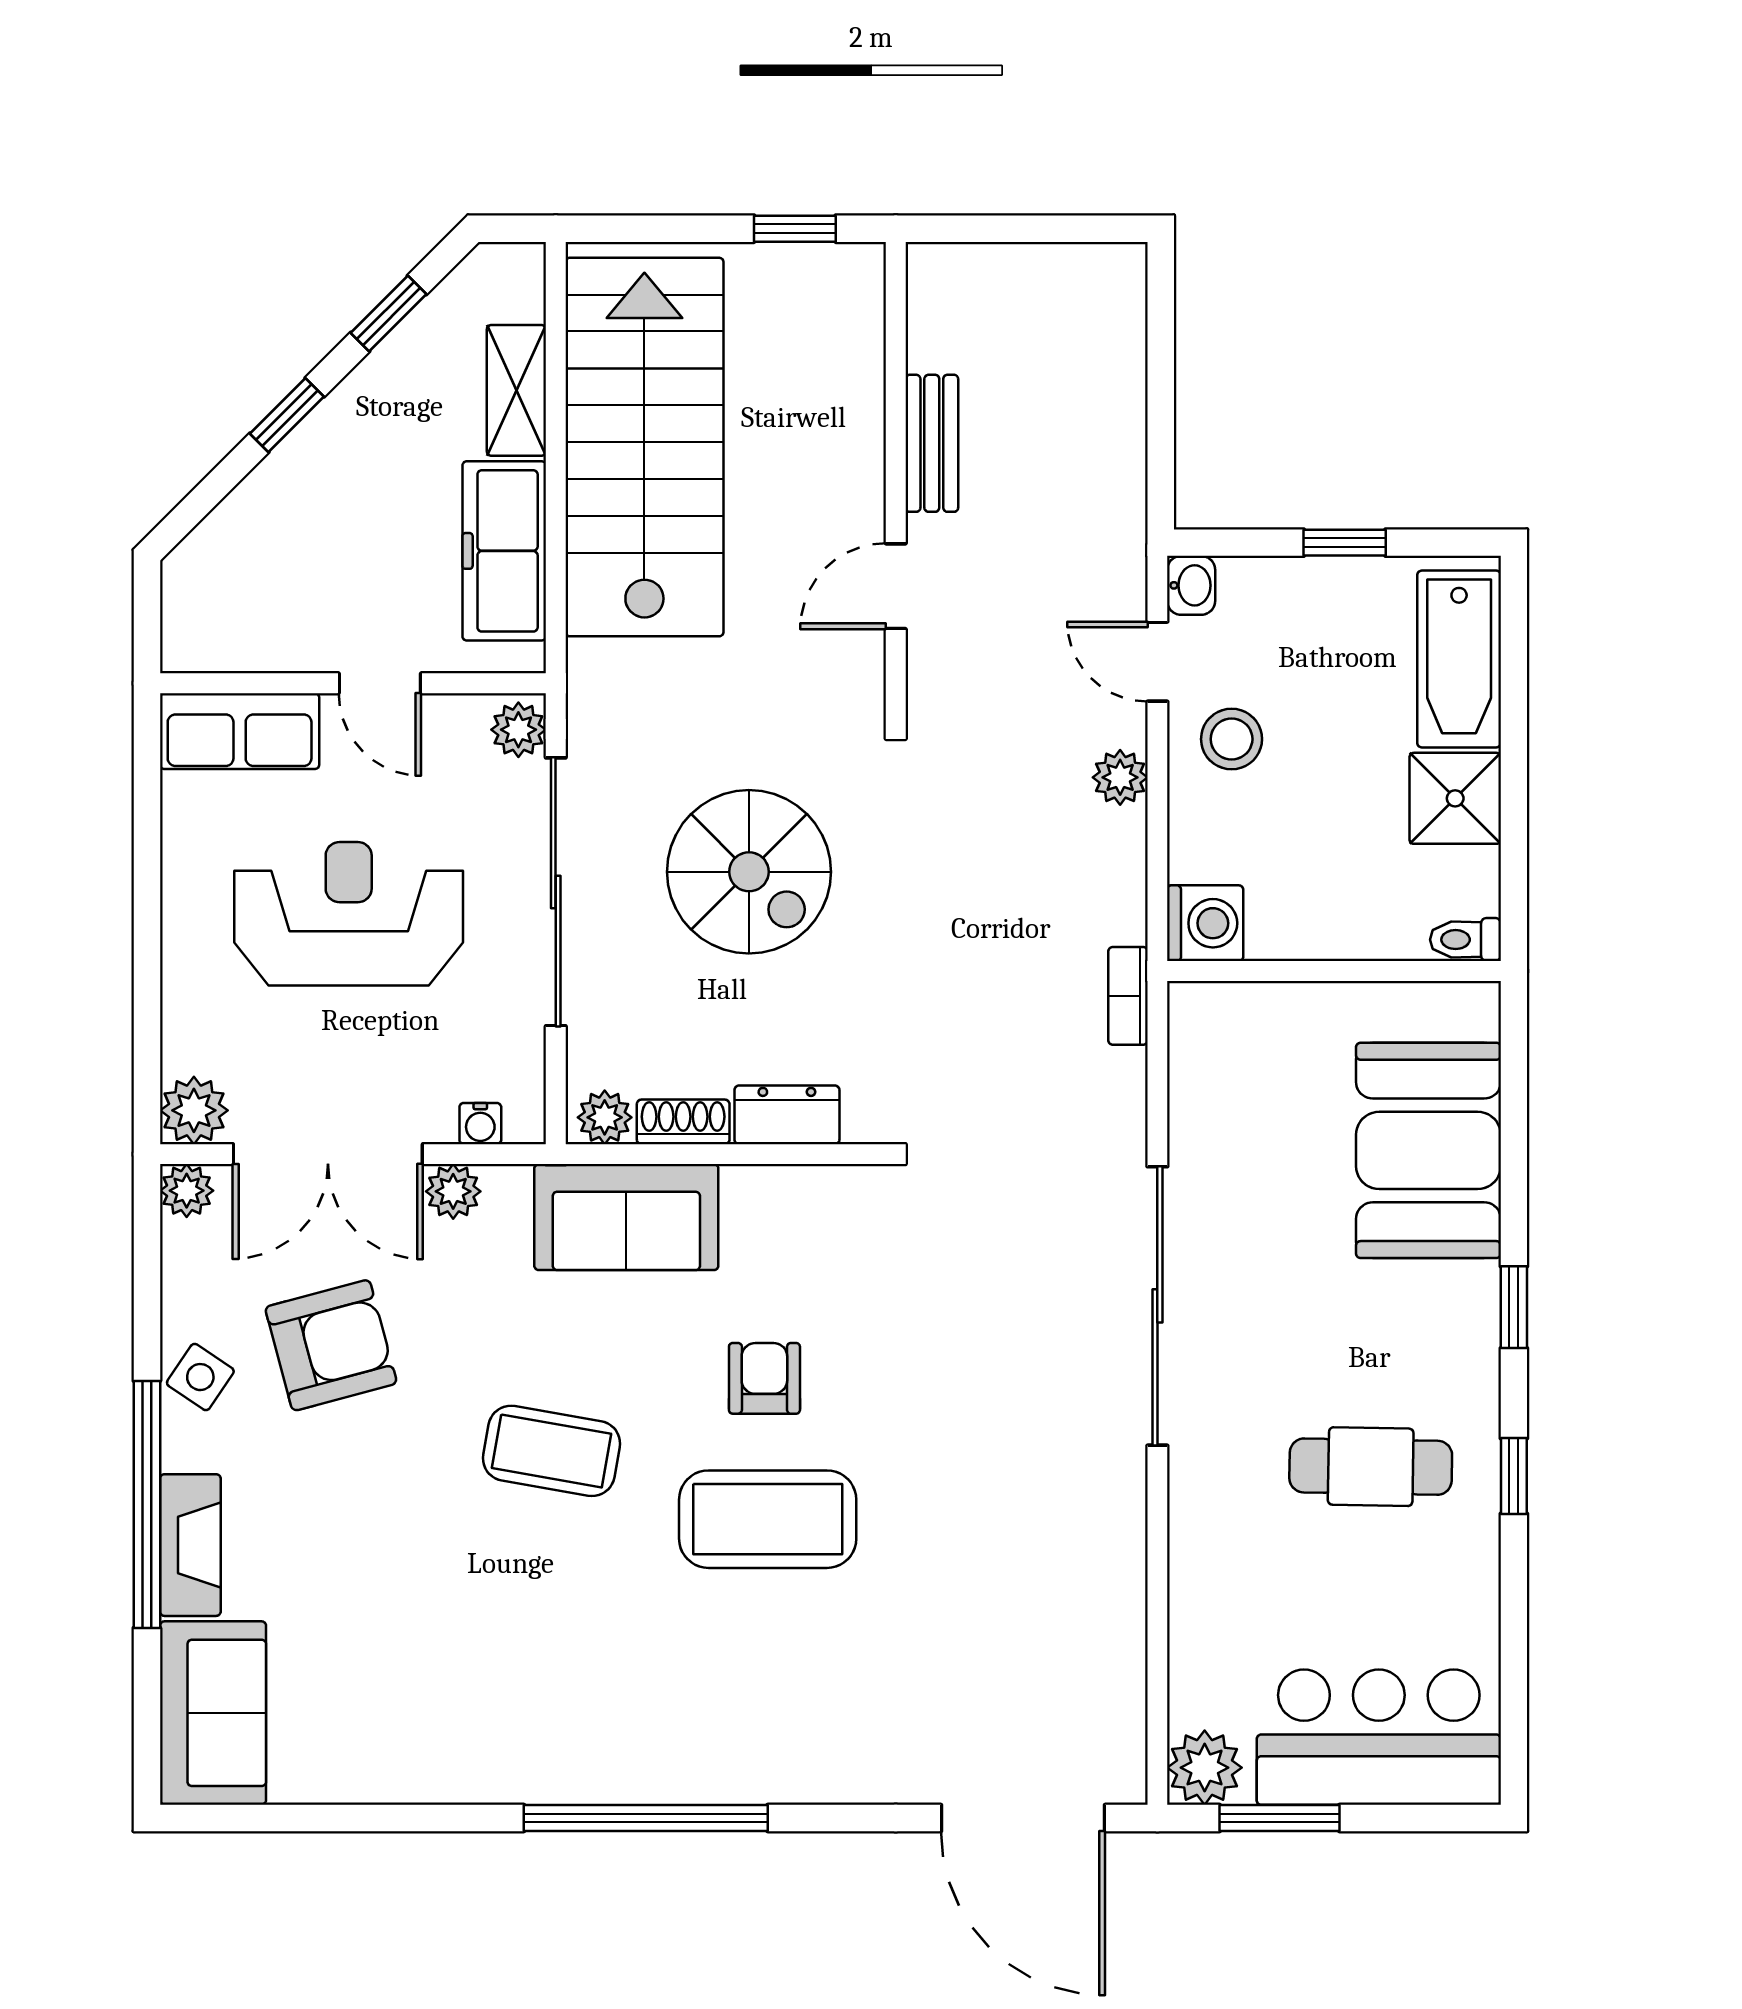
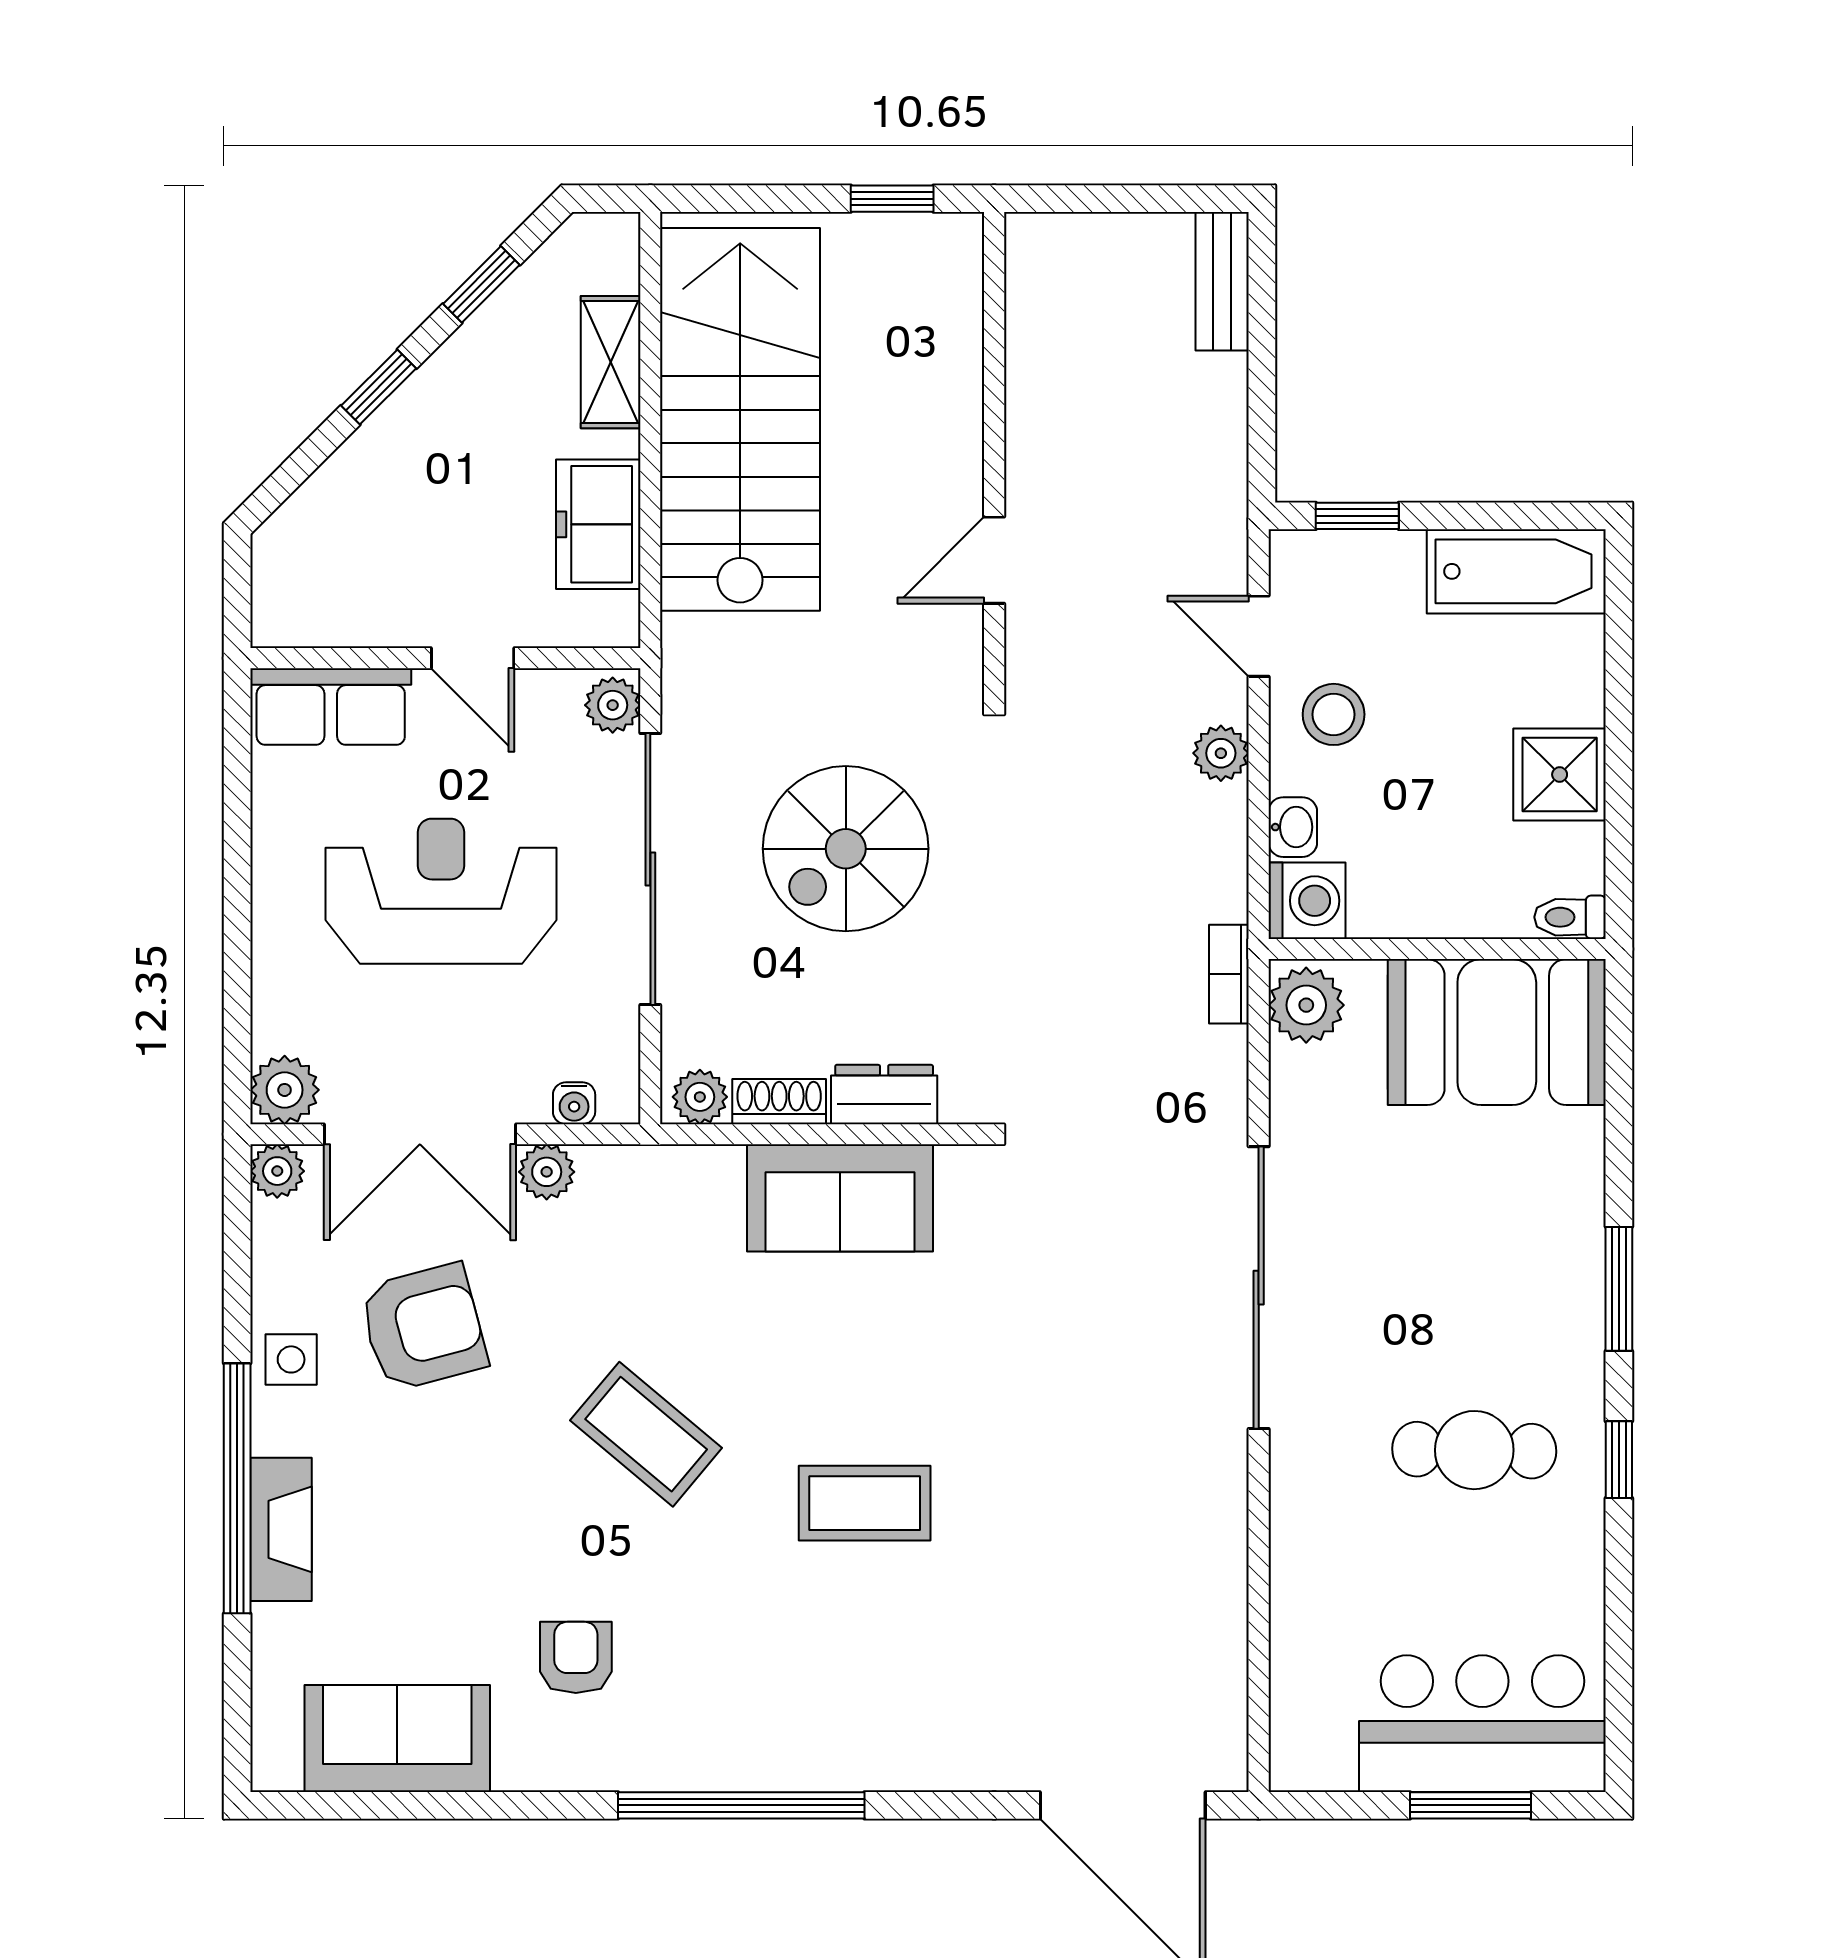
bench: (932, 443) -> (1222, 281), moved
window: (1345, 543) -> (1357, 516), moved
freezer: (504, 551) -> (598, 524), width x0.71
washbasin: (1191, 585) -> (1293, 827), moved
bathtub: (1459, 659) -> (1516, 571), moved, turned -90
spiral stairs: (749, 872) -> (846, 849), turned 90
booth: (1428, 1150) -> (1497, 1032), moved, turned 90
sofa: (626, 1217) -> (840, 1198), moved
window: (1514, 1307) -> (1619, 1289), width x1.50
side table: (200, 1377) -> (291, 1359), turned -34
armchair: (764, 1378) -> (576, 1657), moved
coffee table: (552, 1451) -> (646, 1434), turned 30
coffee table: (768, 1519) -> (865, 1503), width x0.73, depth x0.76
sofa: (213, 1713) -> (397, 1738), moved, turned -90
plant: (1205, 1768) -> (1306, 1005), moved
window: (1280, 1818) -> (1470, 1805), moved

